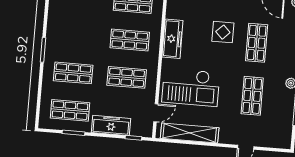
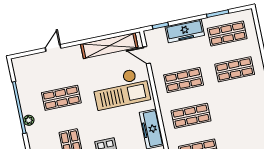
checkout: (191, 87) -> (121, 89), turned 180
shop shelf: (252, 96) -> (61, 98), turned 90
door: (156, 113) -> (147, 55), hinge flipped

